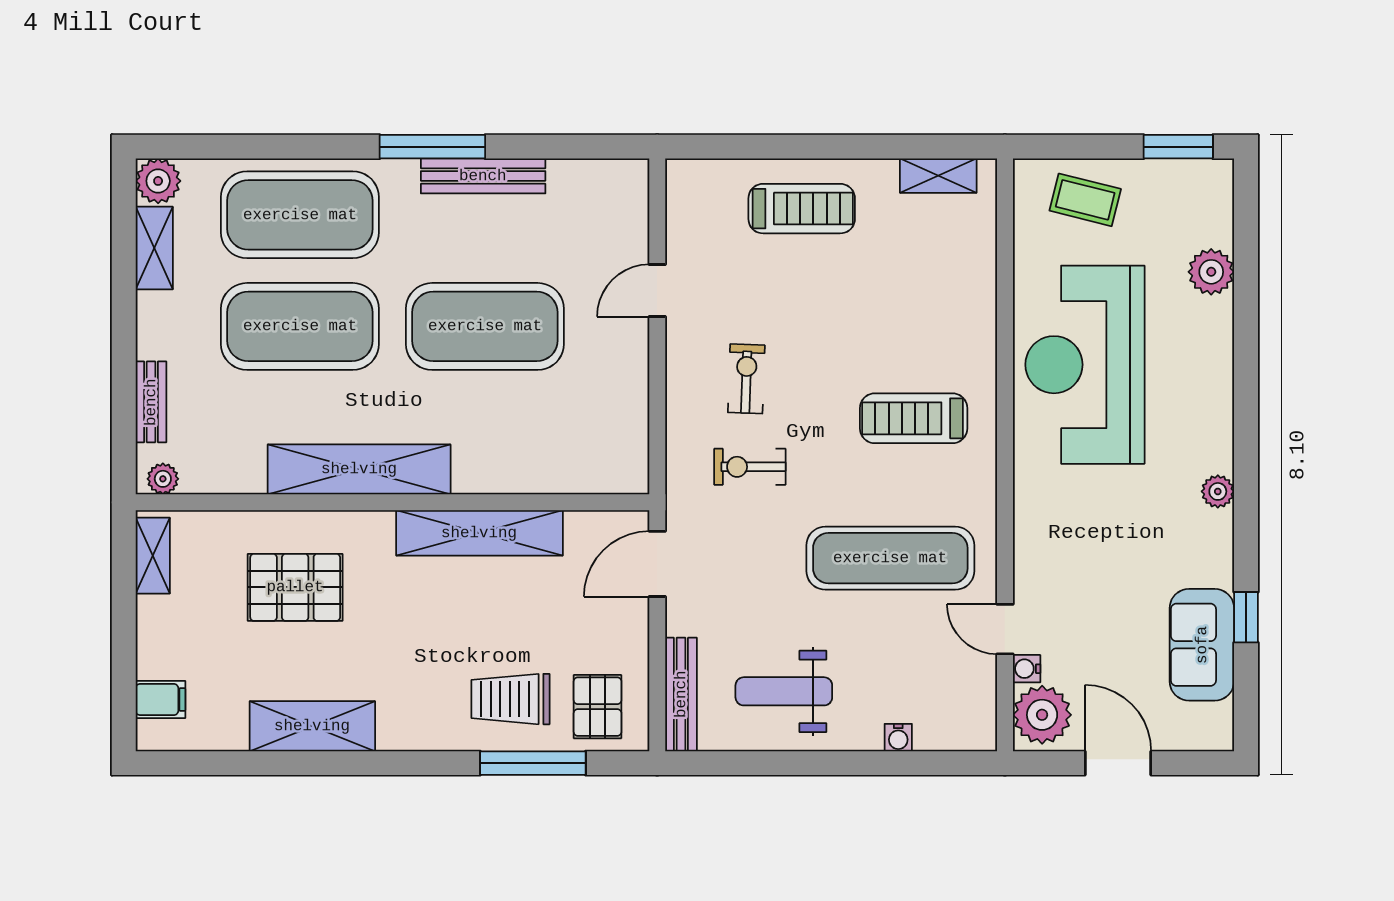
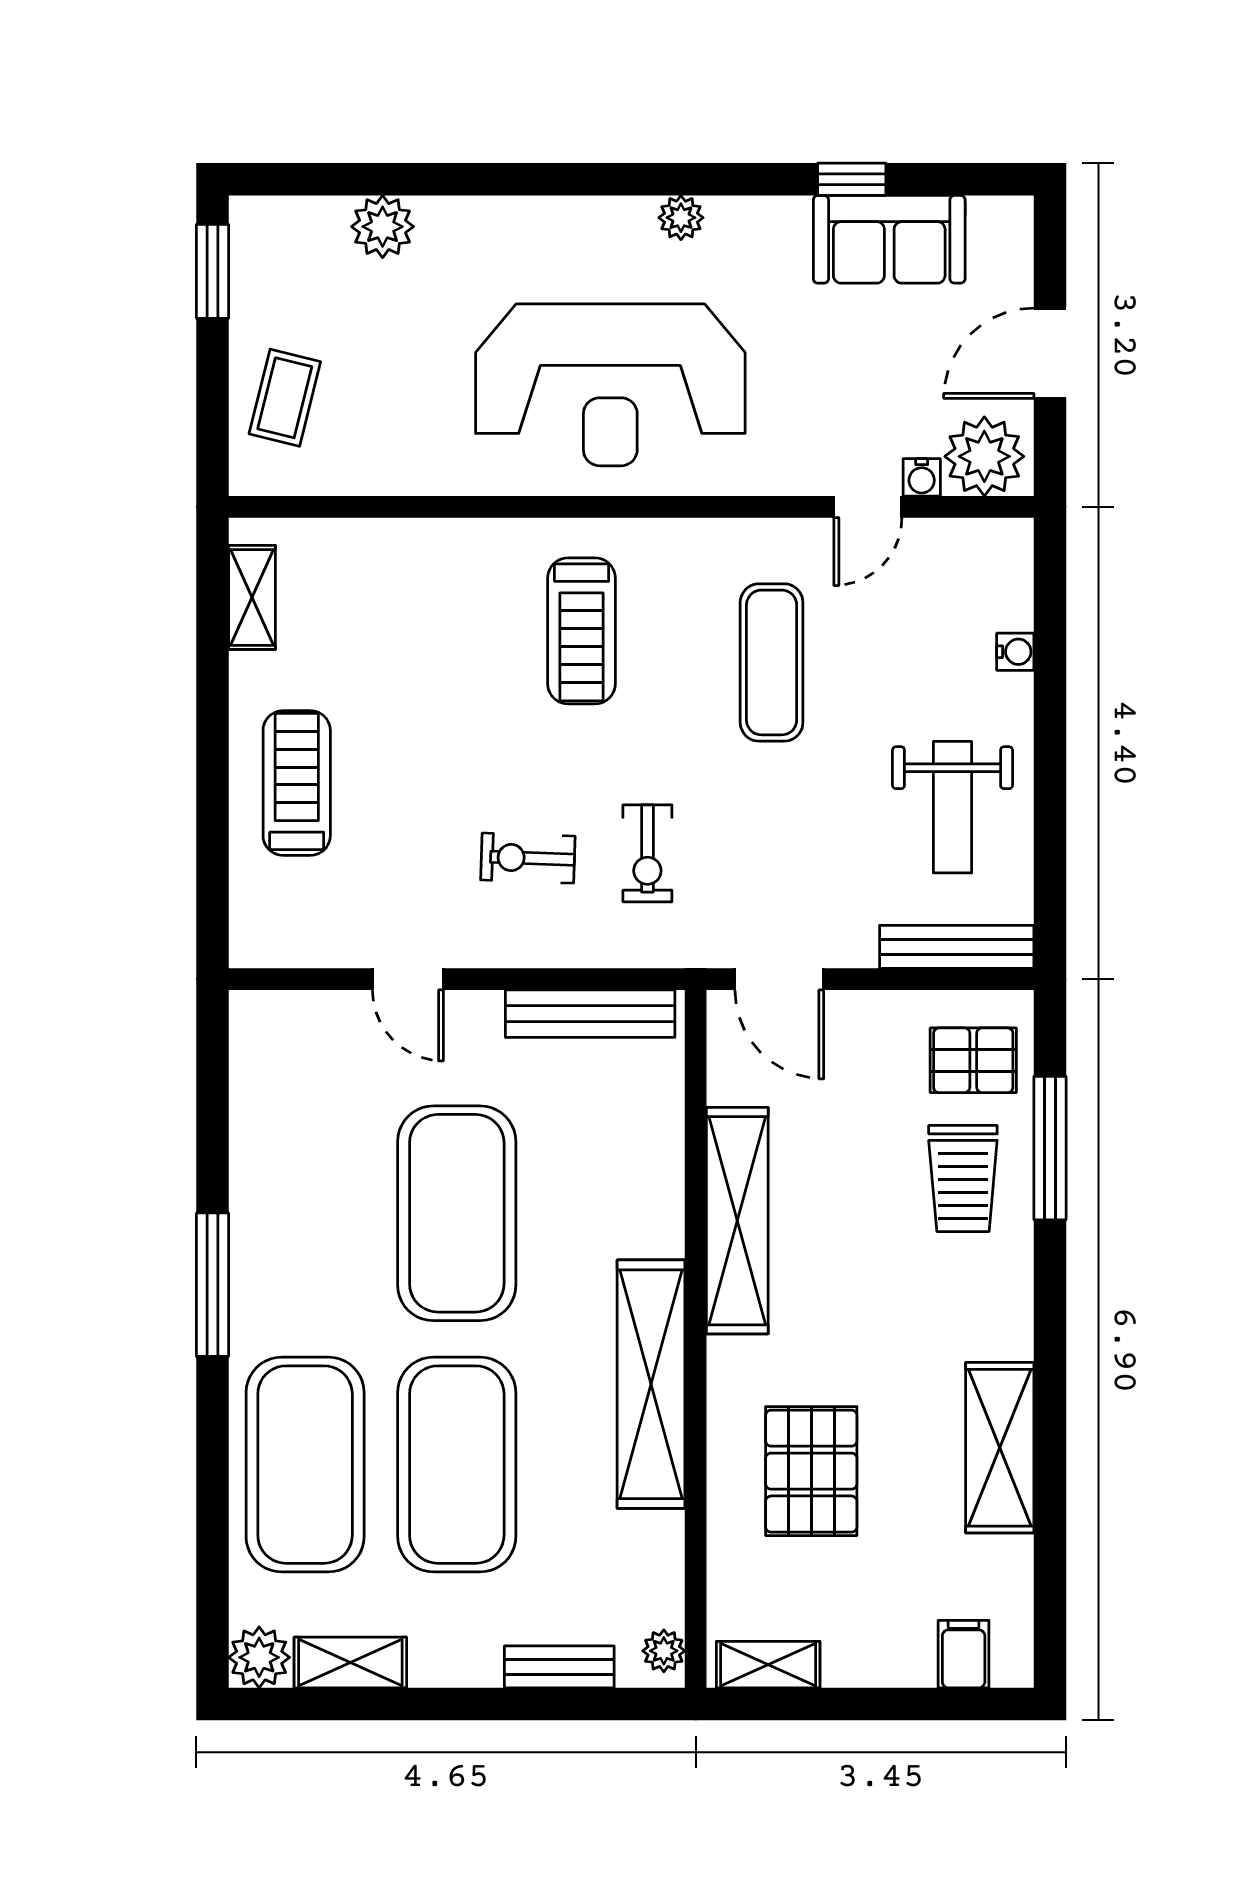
bench: (483, 176) -> (590, 1014), moved, turned 90
reception desk: (1085, 365) -> (610, 385), moved
exercise mat: (890, 558) -> (772, 662), width x0.73, depth x0.69

